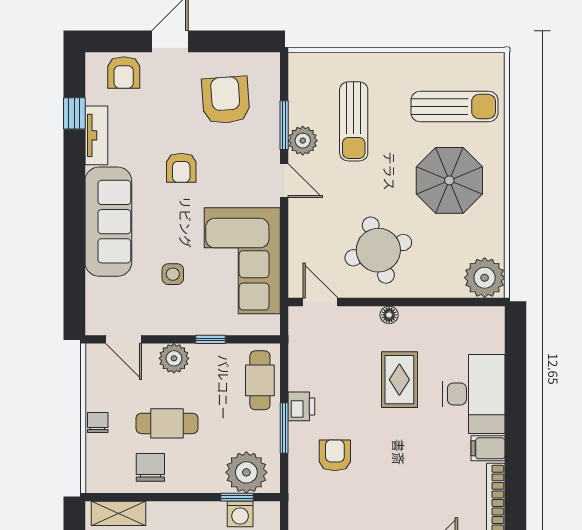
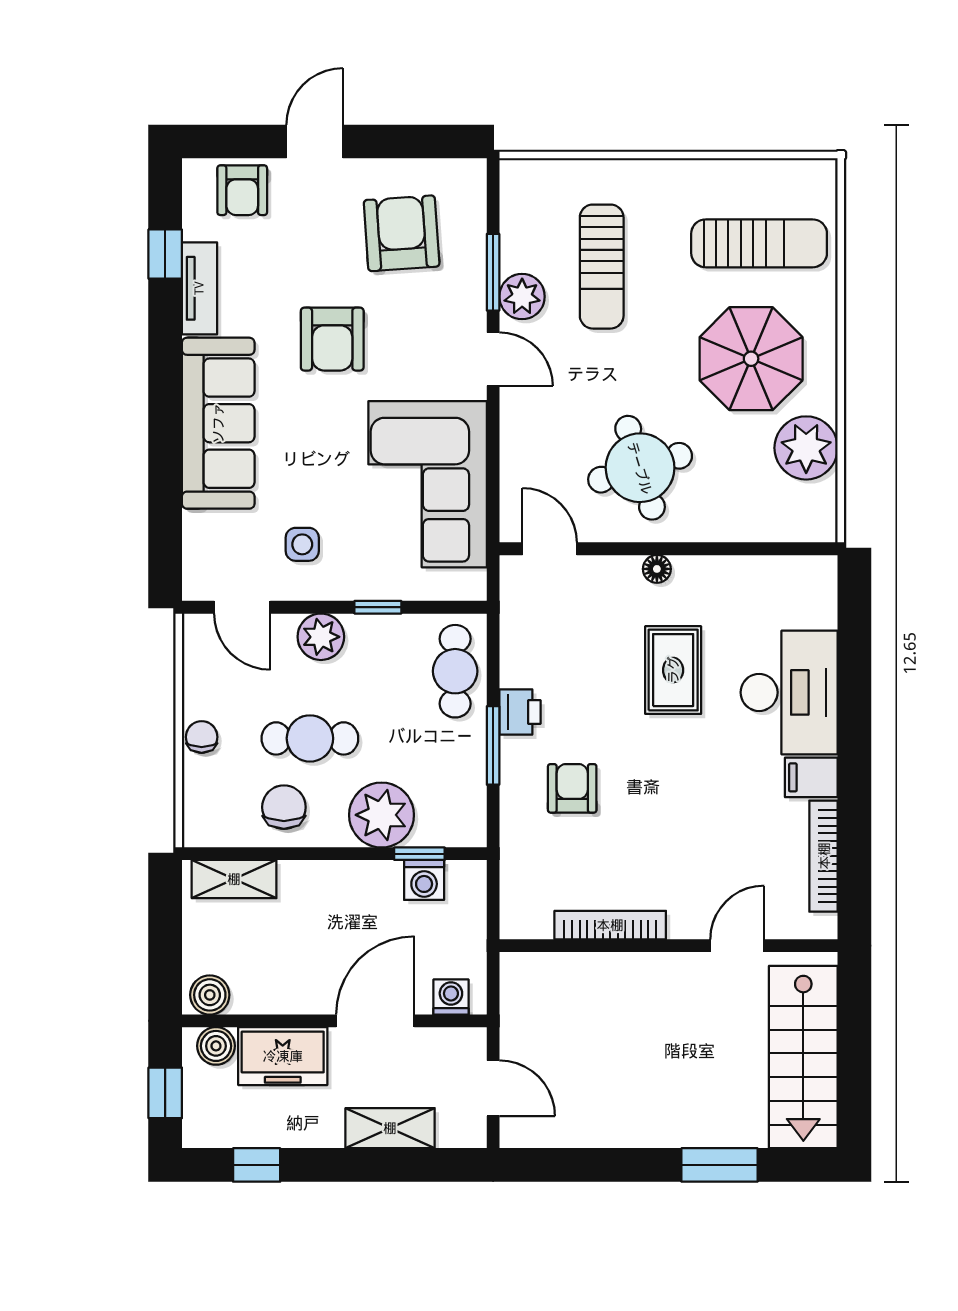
armchair: (181, 168) -> (332, 339), width x1.38, depth x1.38
side table: (173, 274) -> (302, 544), moved
plant: (485, 278) -> (806, 448), moved
plant: (246, 472) -> (382, 815), moved

